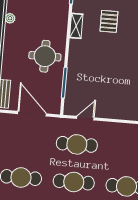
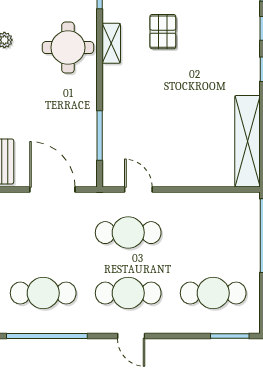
round table: (45, 56) -> (68, 48), moved
door: (85, 118) -> (138, 190), hinge flipped

